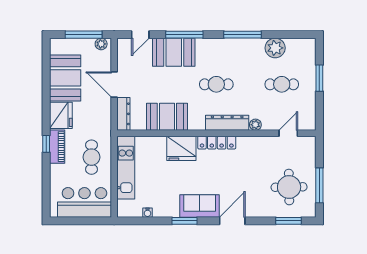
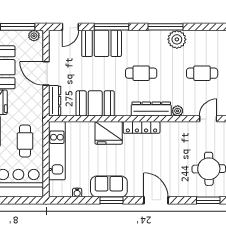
plant: (275, 48) -> (177, 39), moved
sofa: (200, 206) -> (109, 186), moved
door: (232, 221) -> (156, 200), hinge flipped

